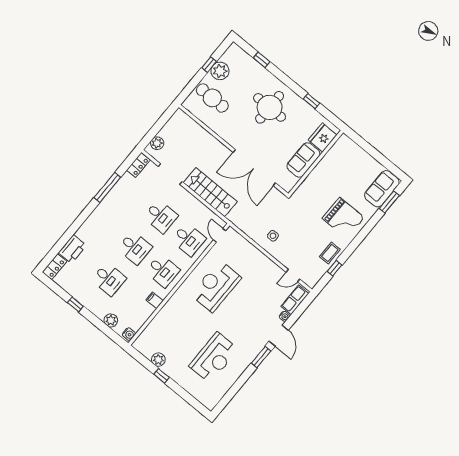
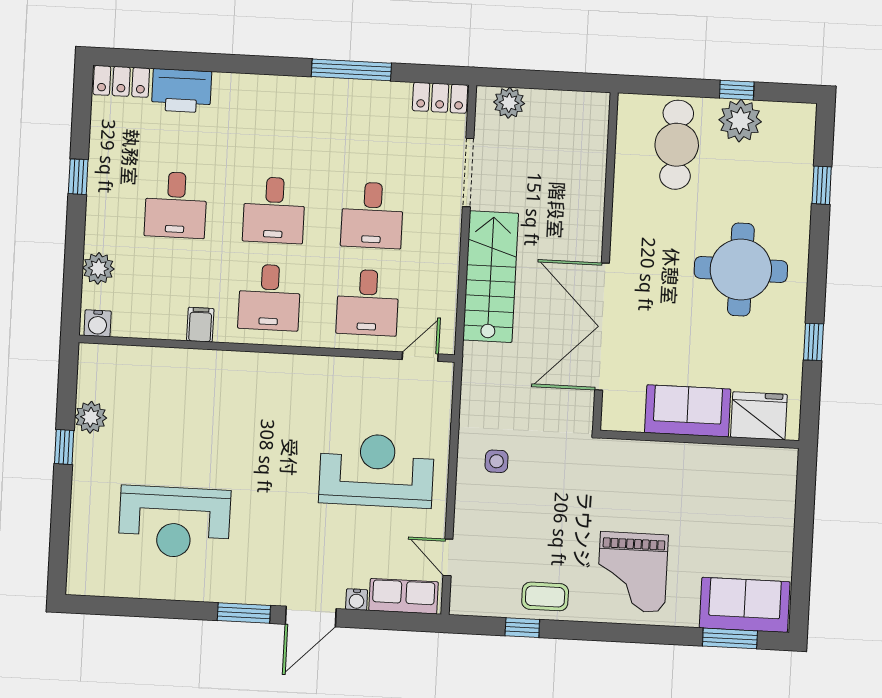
reception desk: (216, 286) -> (377, 470), moved

